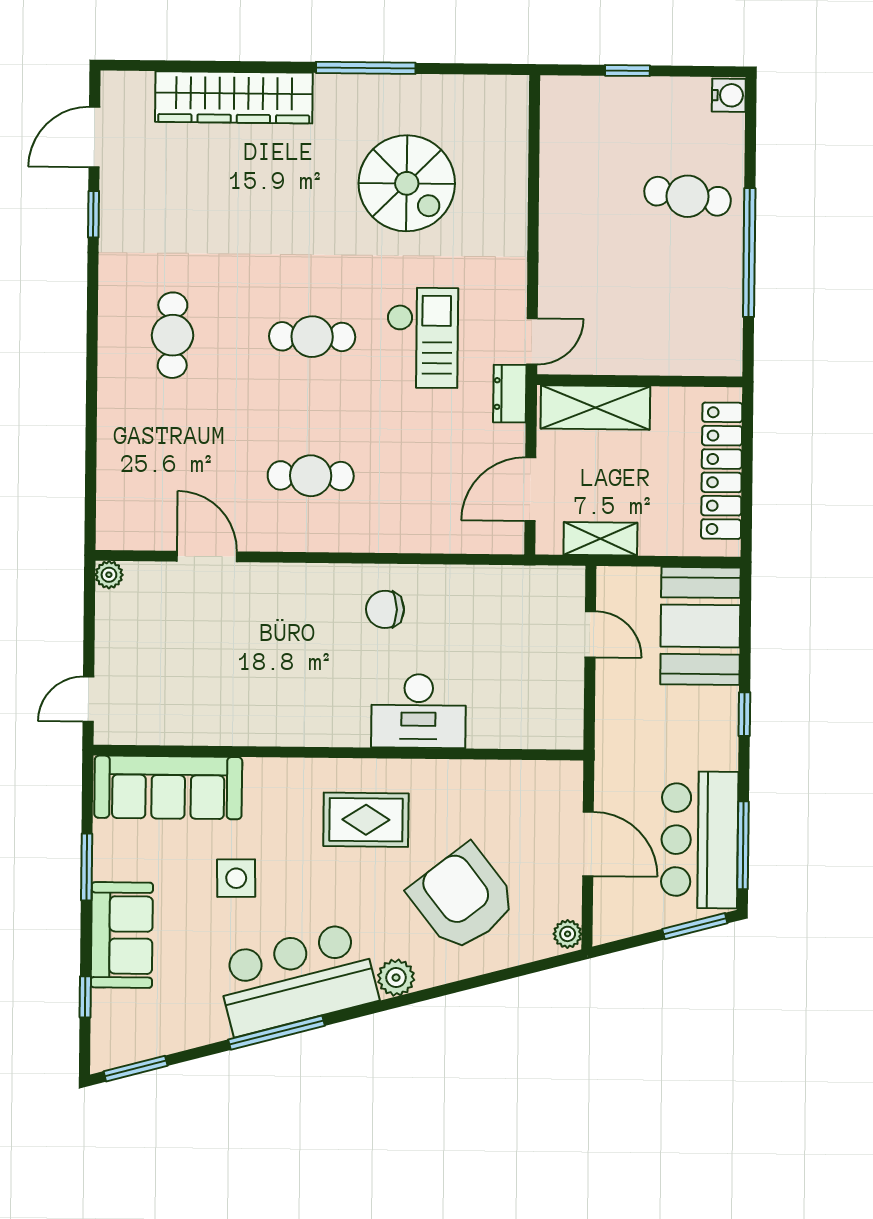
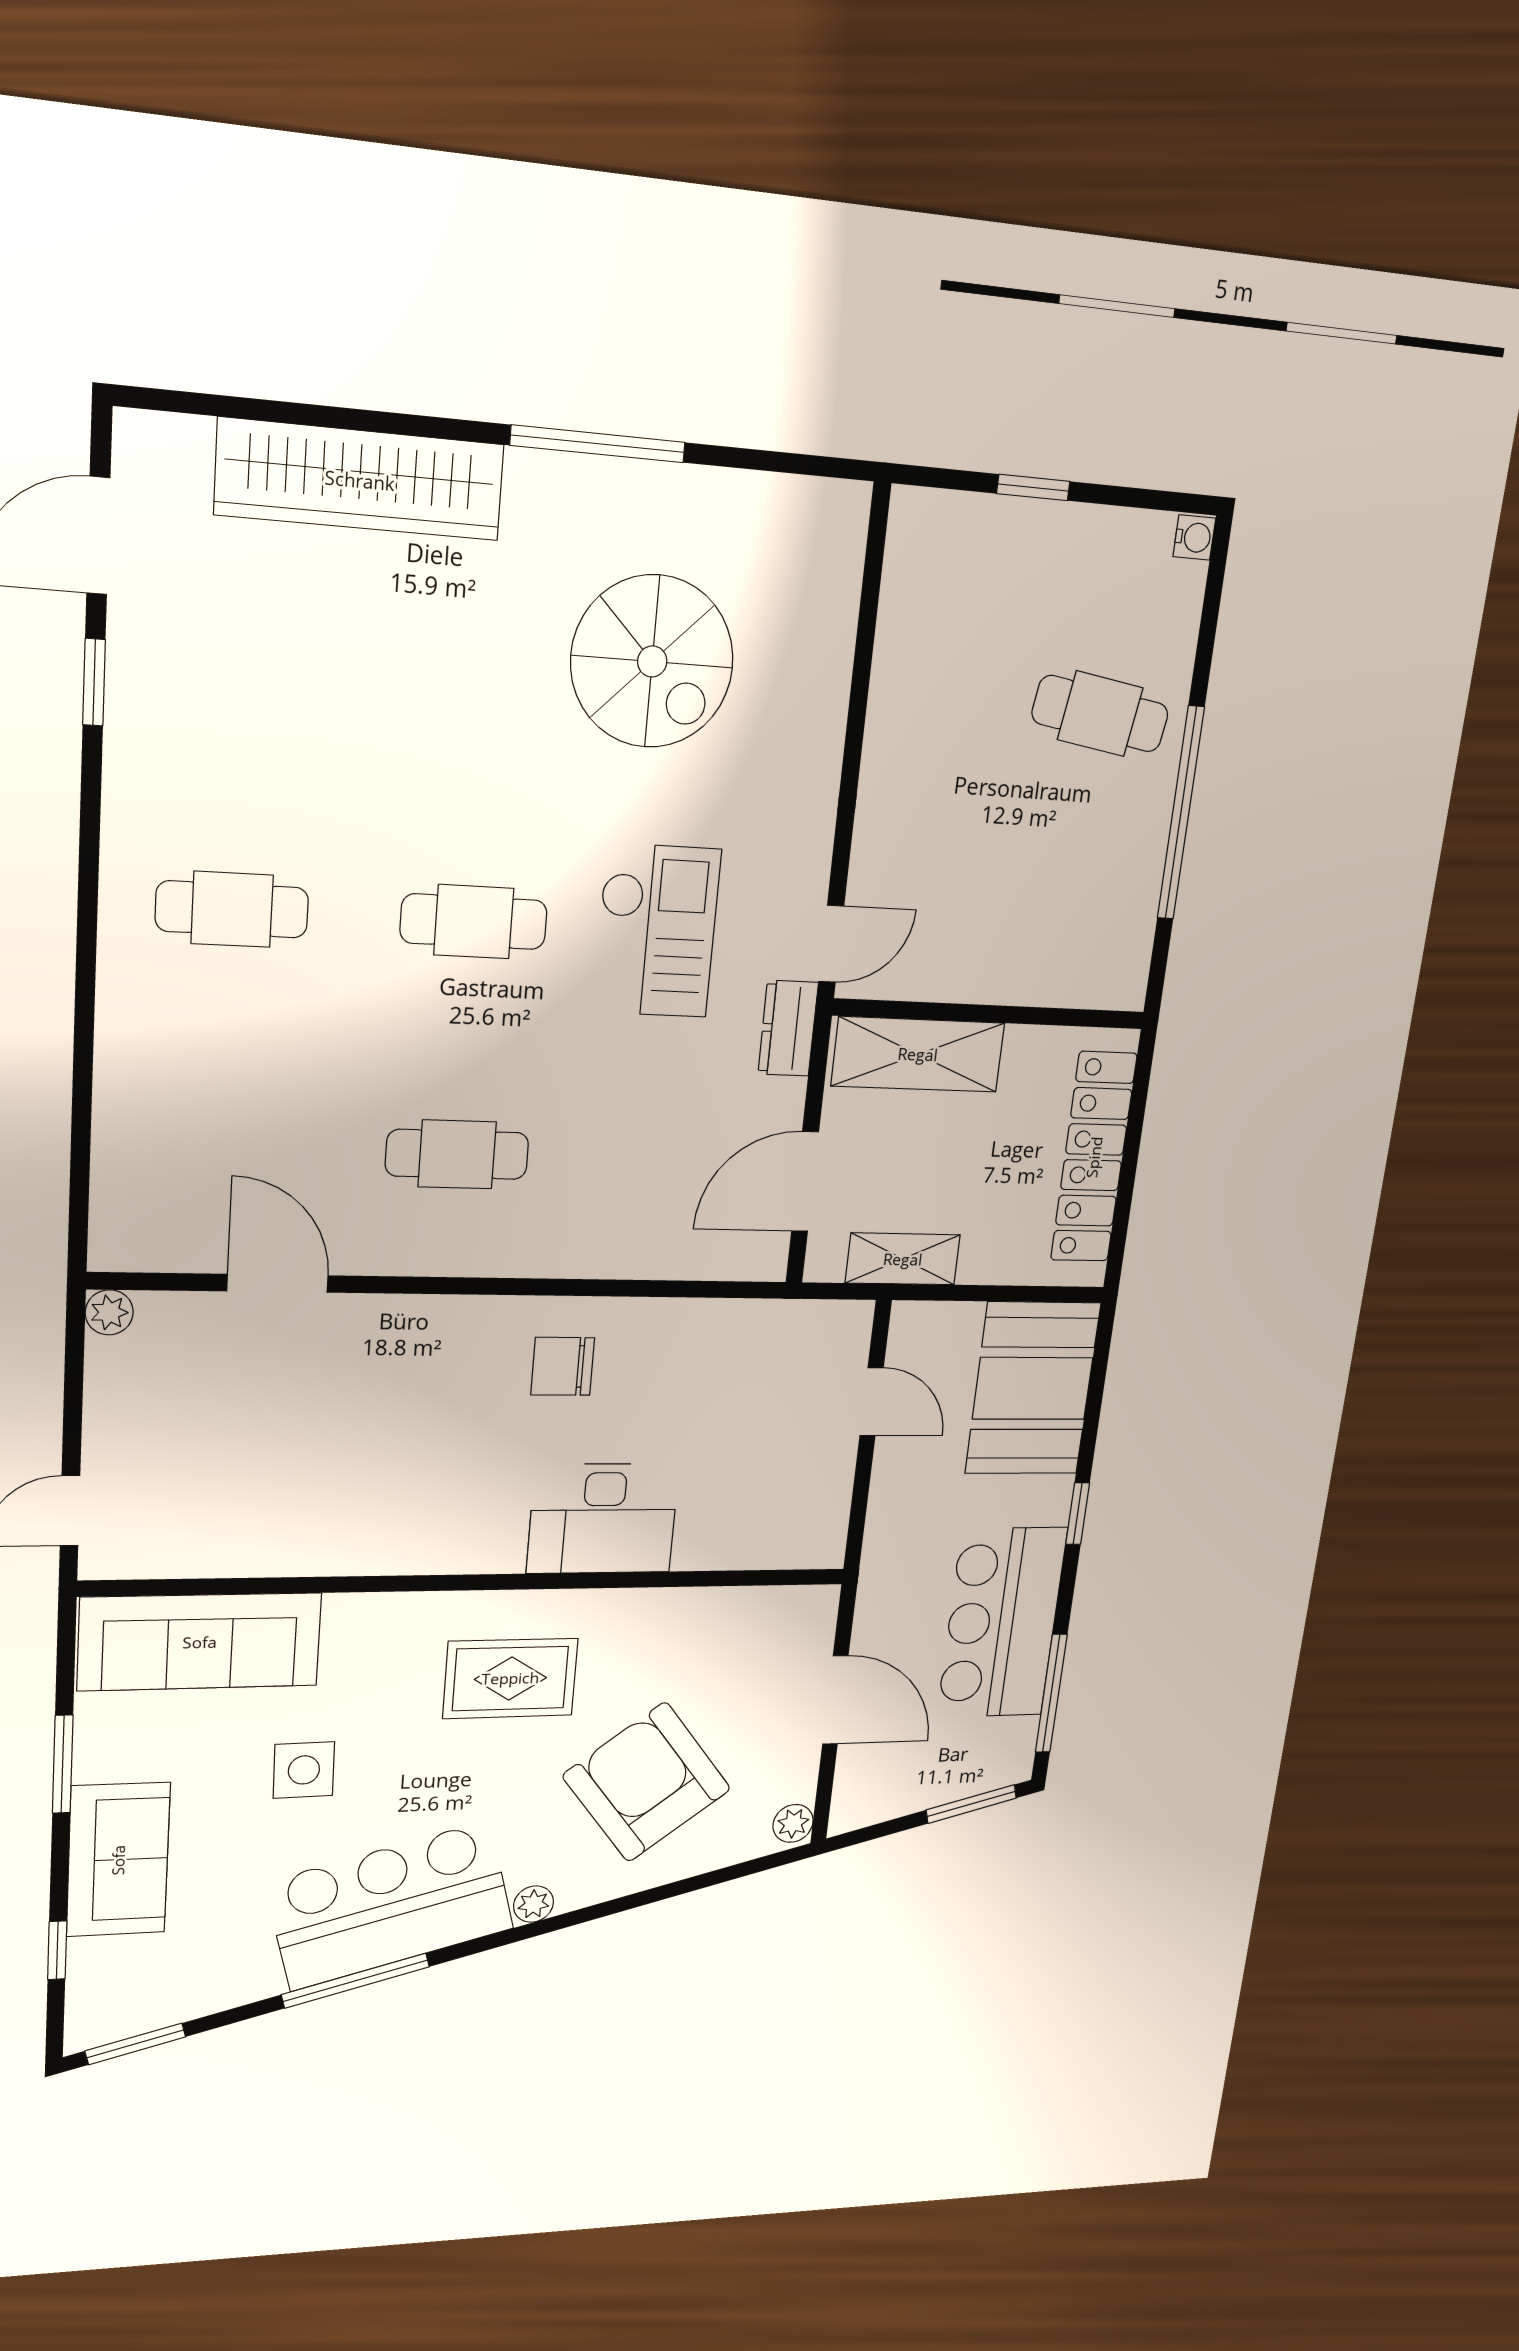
water cooler: (729, 95) -> (1194, 537), width x0.72, depth x0.72
cafe table: (173, 335) -> (232, 909), turned 90
bar counter: (700, 840) -> (1002, 1623), moved
plant: (396, 978) -> (534, 1904), width x0.73, depth x0.73

